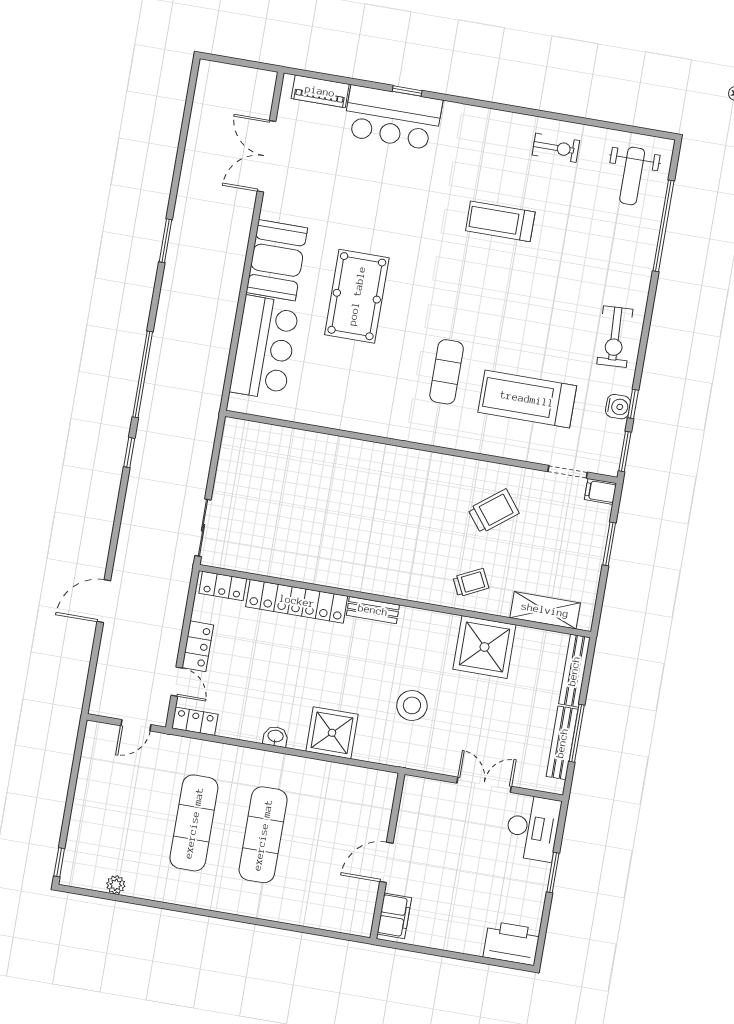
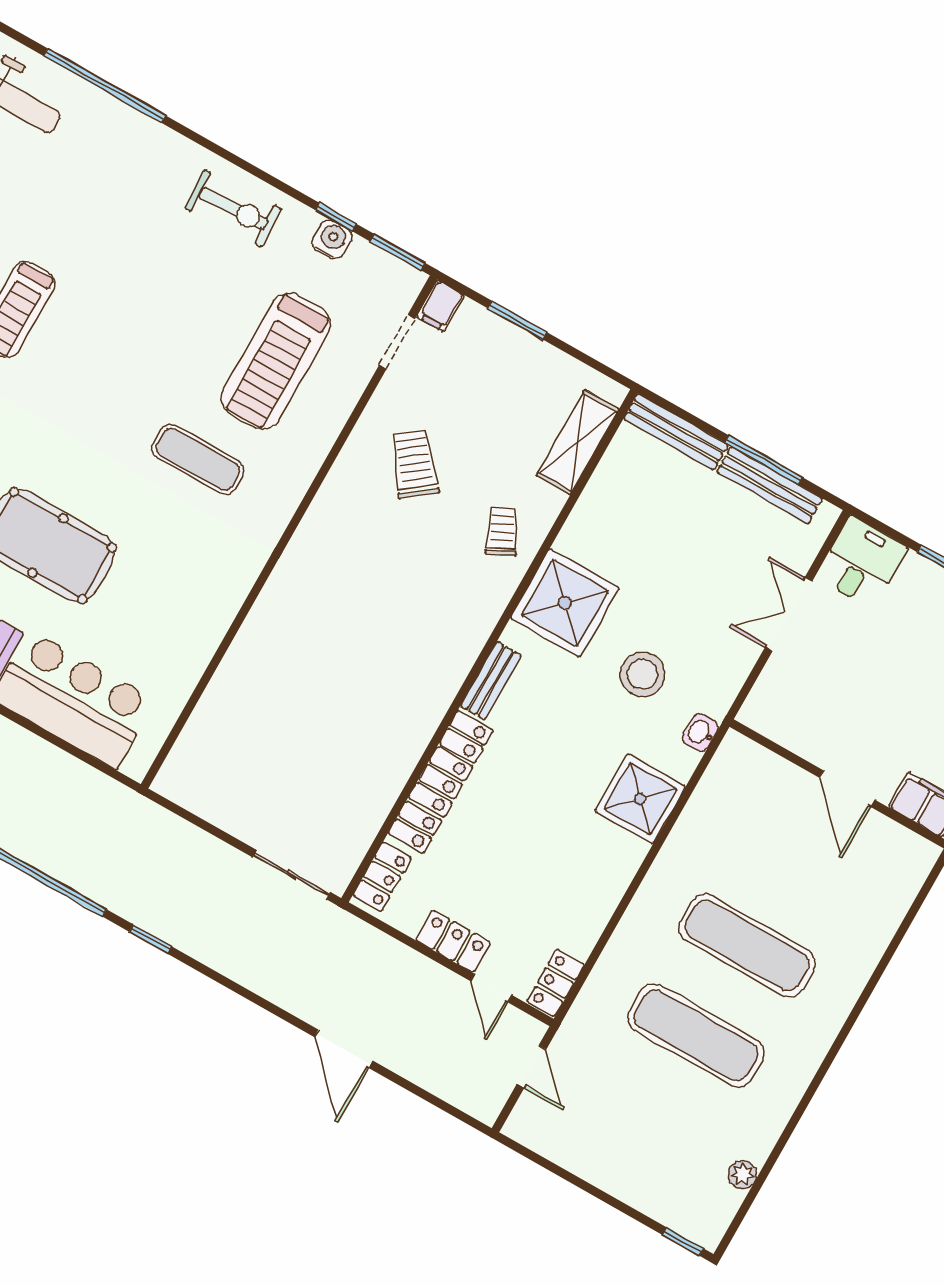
shower: (484, 647) -> (565, 603), moved
door: (177, 682) -> (491, 988), swing flipped
washbasin: (275, 737) -> (700, 733), moved
desk: (533, 828) -> (862, 562), width x0.73

